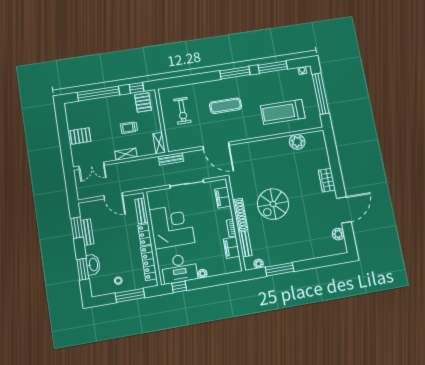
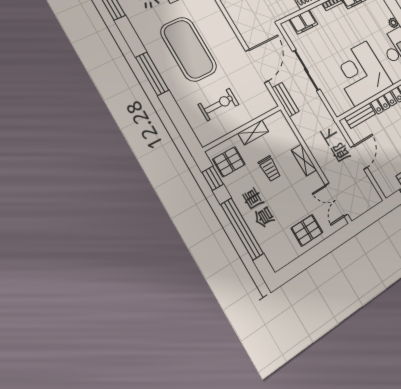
window: (235, 73) -> (152, 74), moved
exercise mat: (226, 106) -> (189, 49), width x2.00, depth x1.45
pallet: (80, 136) -> (307, 230), turned 90
shelving: (159, 143) -> (253, 132), moved
door: (216, 146) -> (257, 66), moved
double door: (92, 166) -> (337, 200), swing flipped

